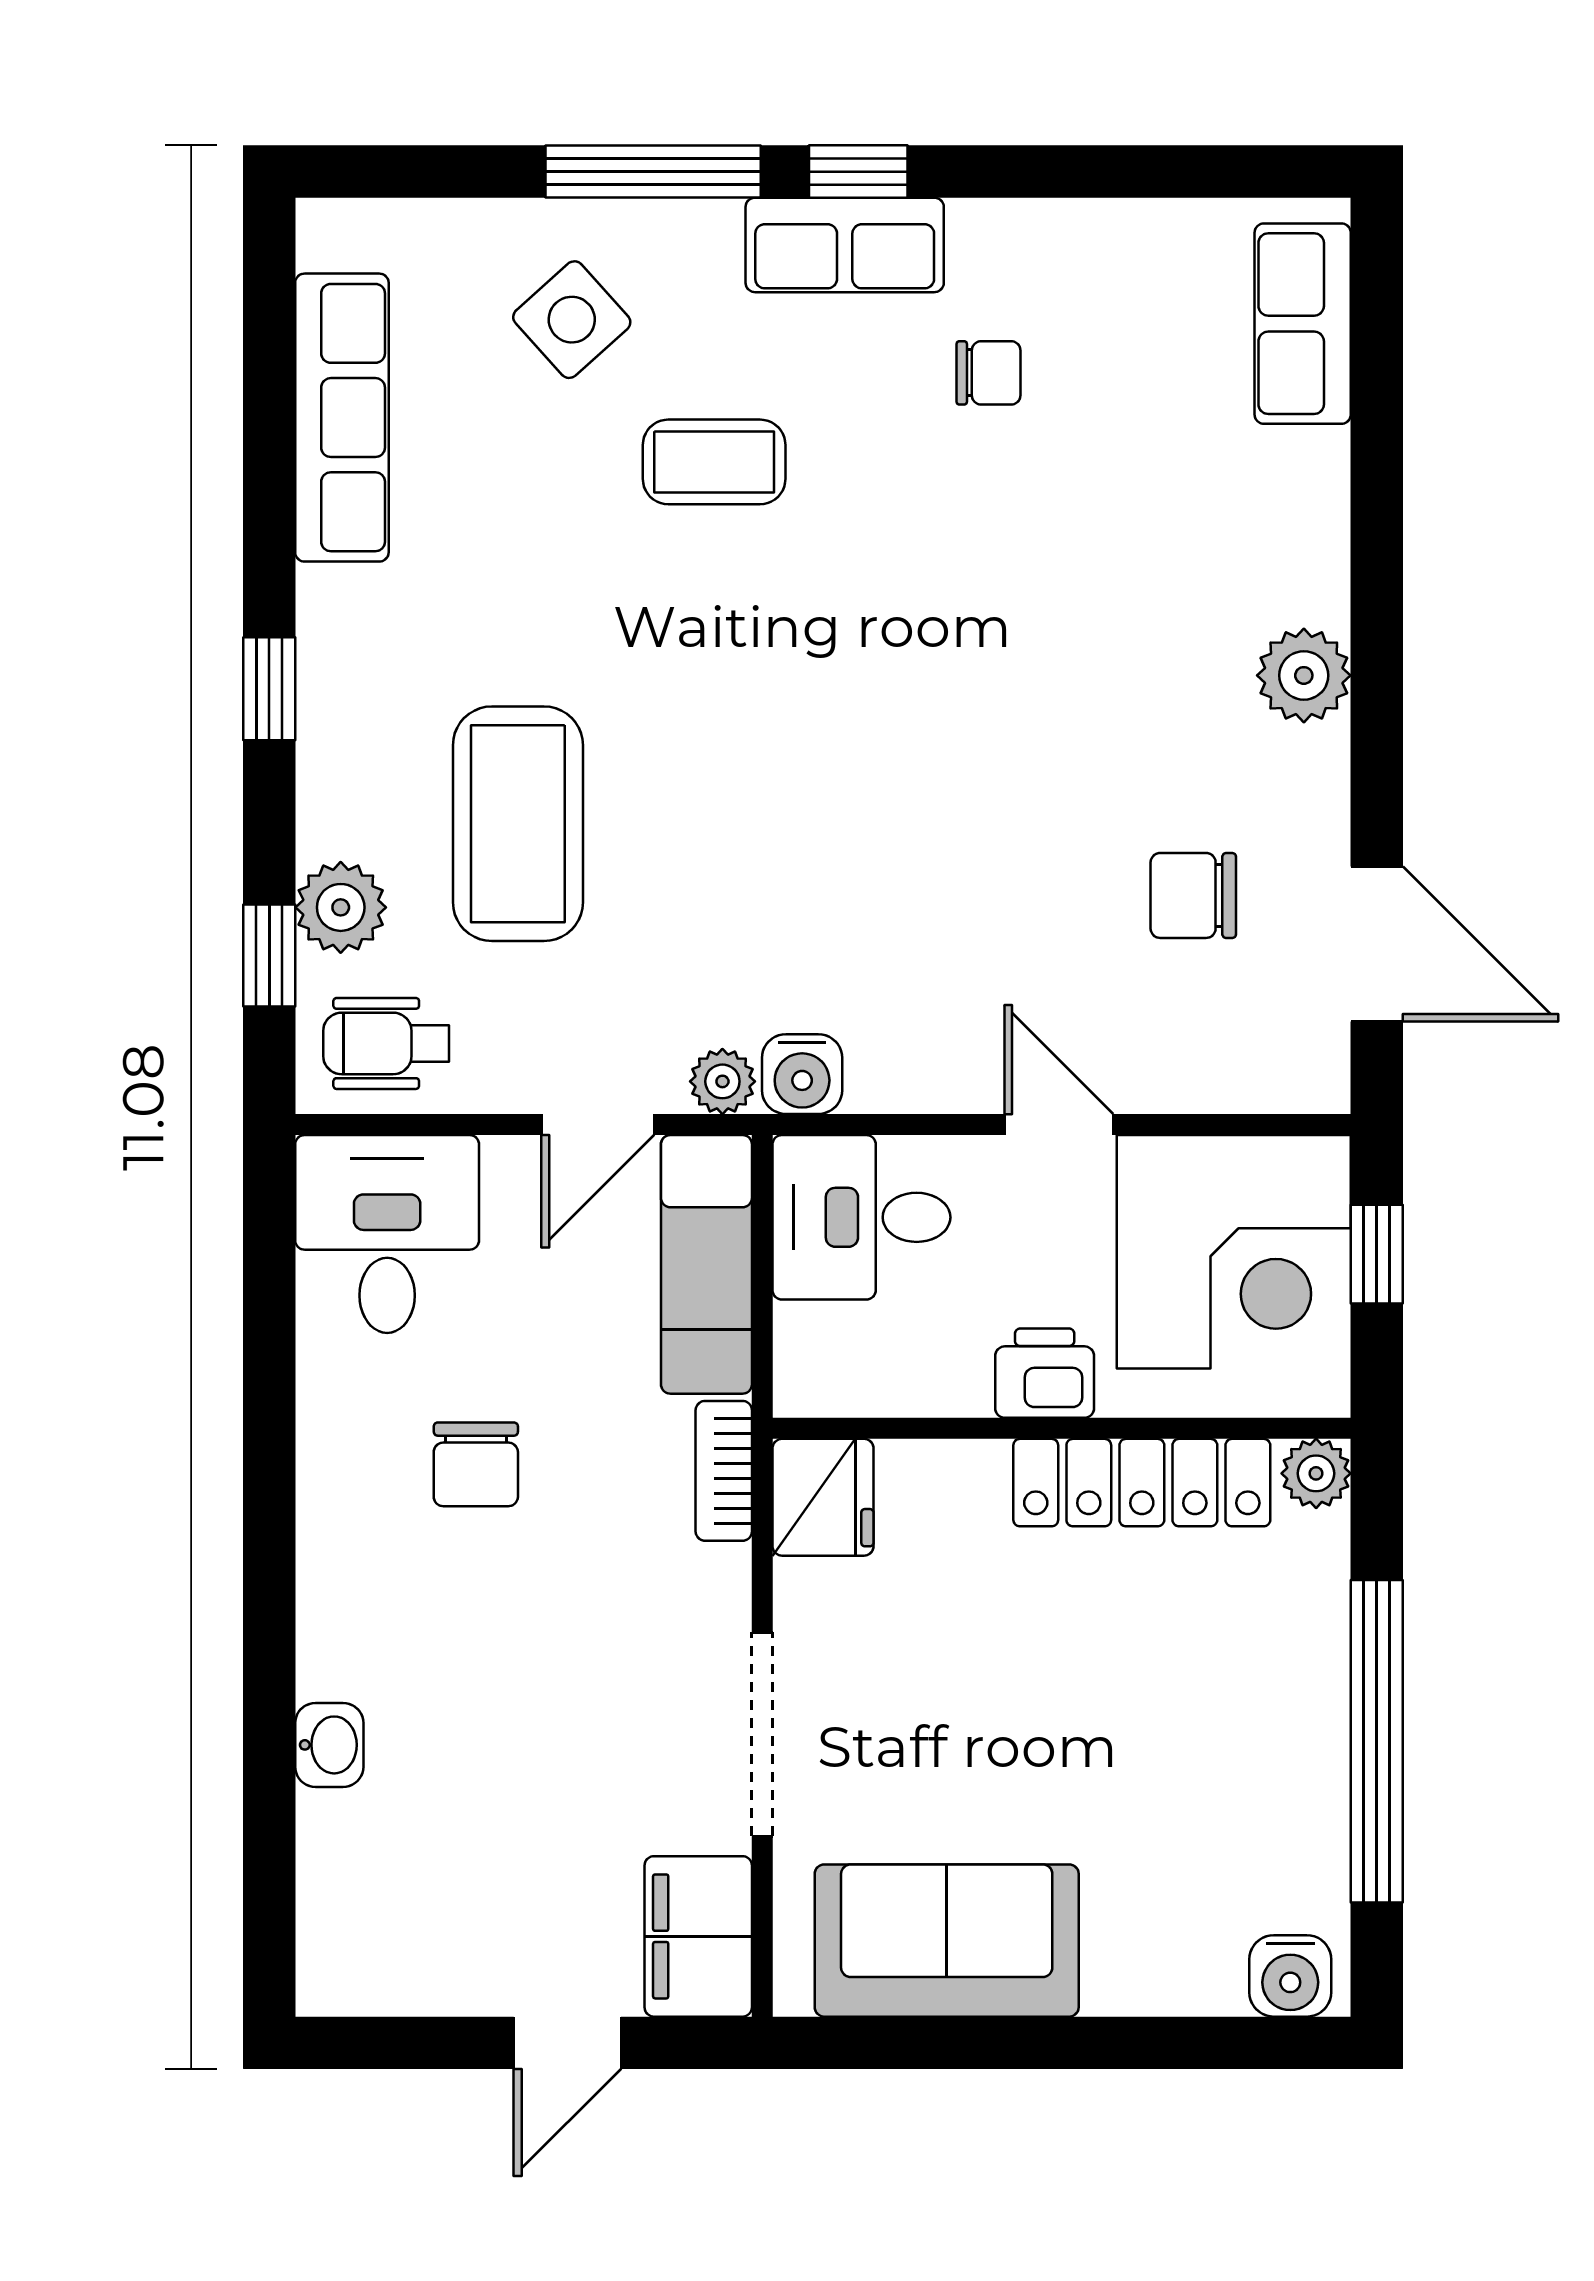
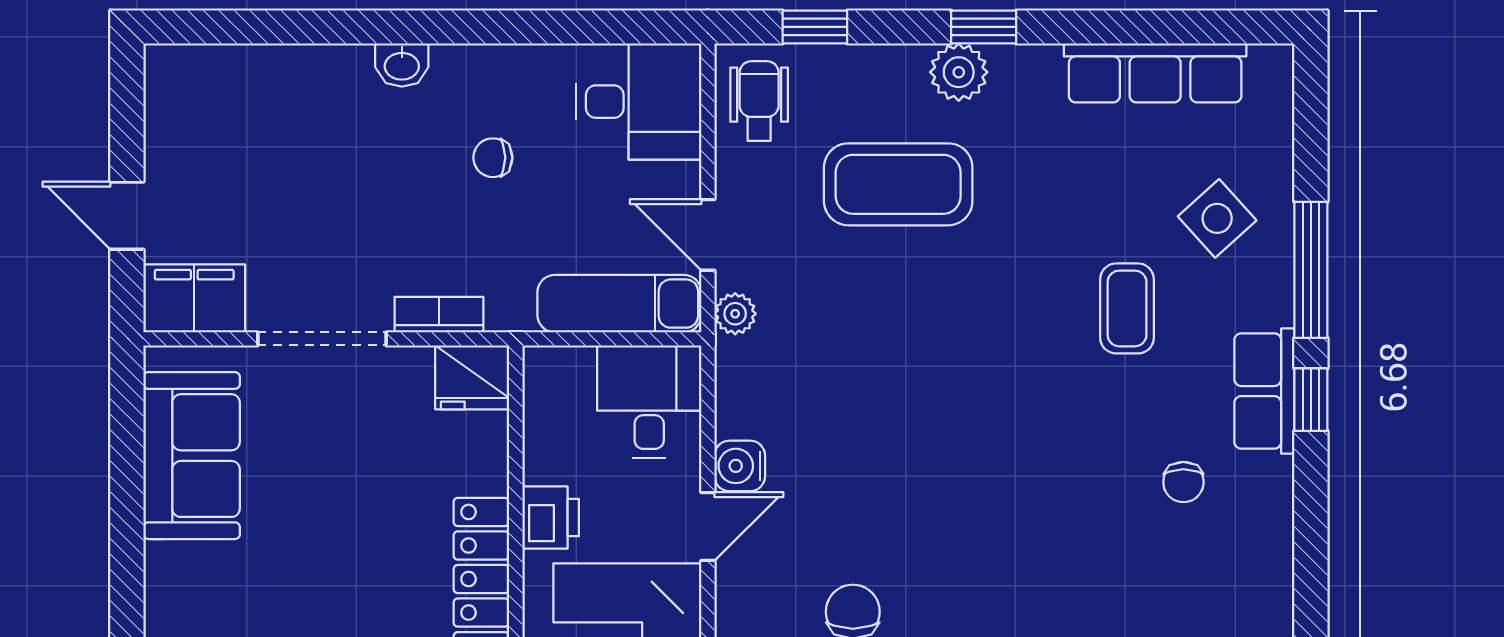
plant: (341, 907) -> (959, 72), moved
water cooler: (802, 1074) -> (740, 466), moved
chair: (476, 1464) -> (493, 158), width x0.73, depth x0.73
bookcase: (724, 1471) -> (439, 315), moved
washbasin: (329, 1745) -> (402, 65), moved

